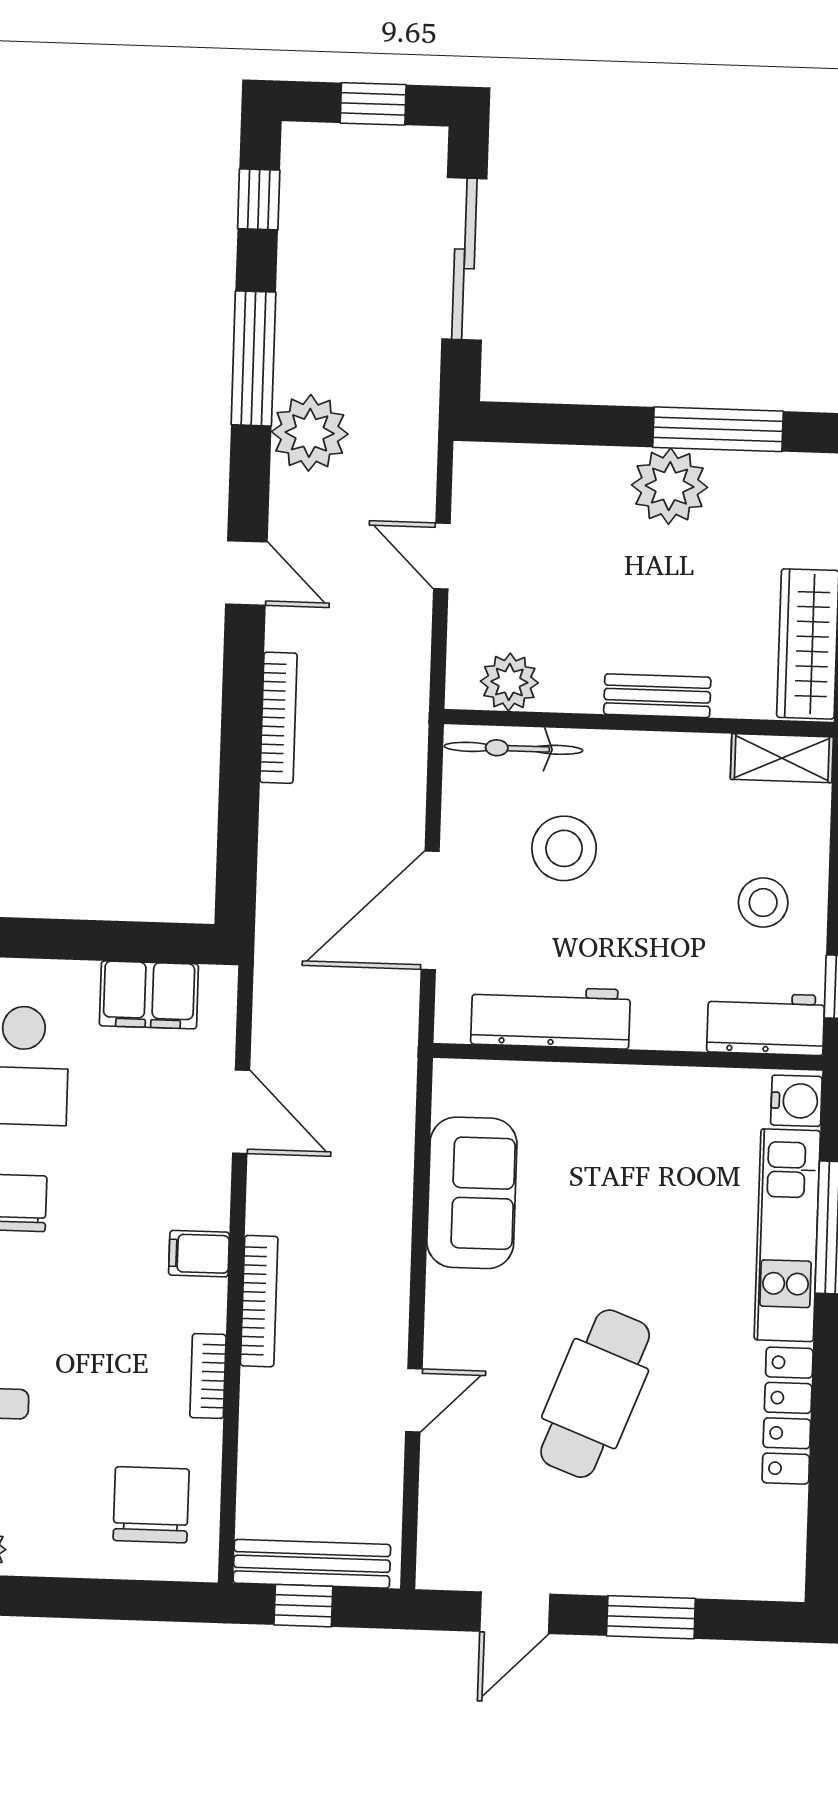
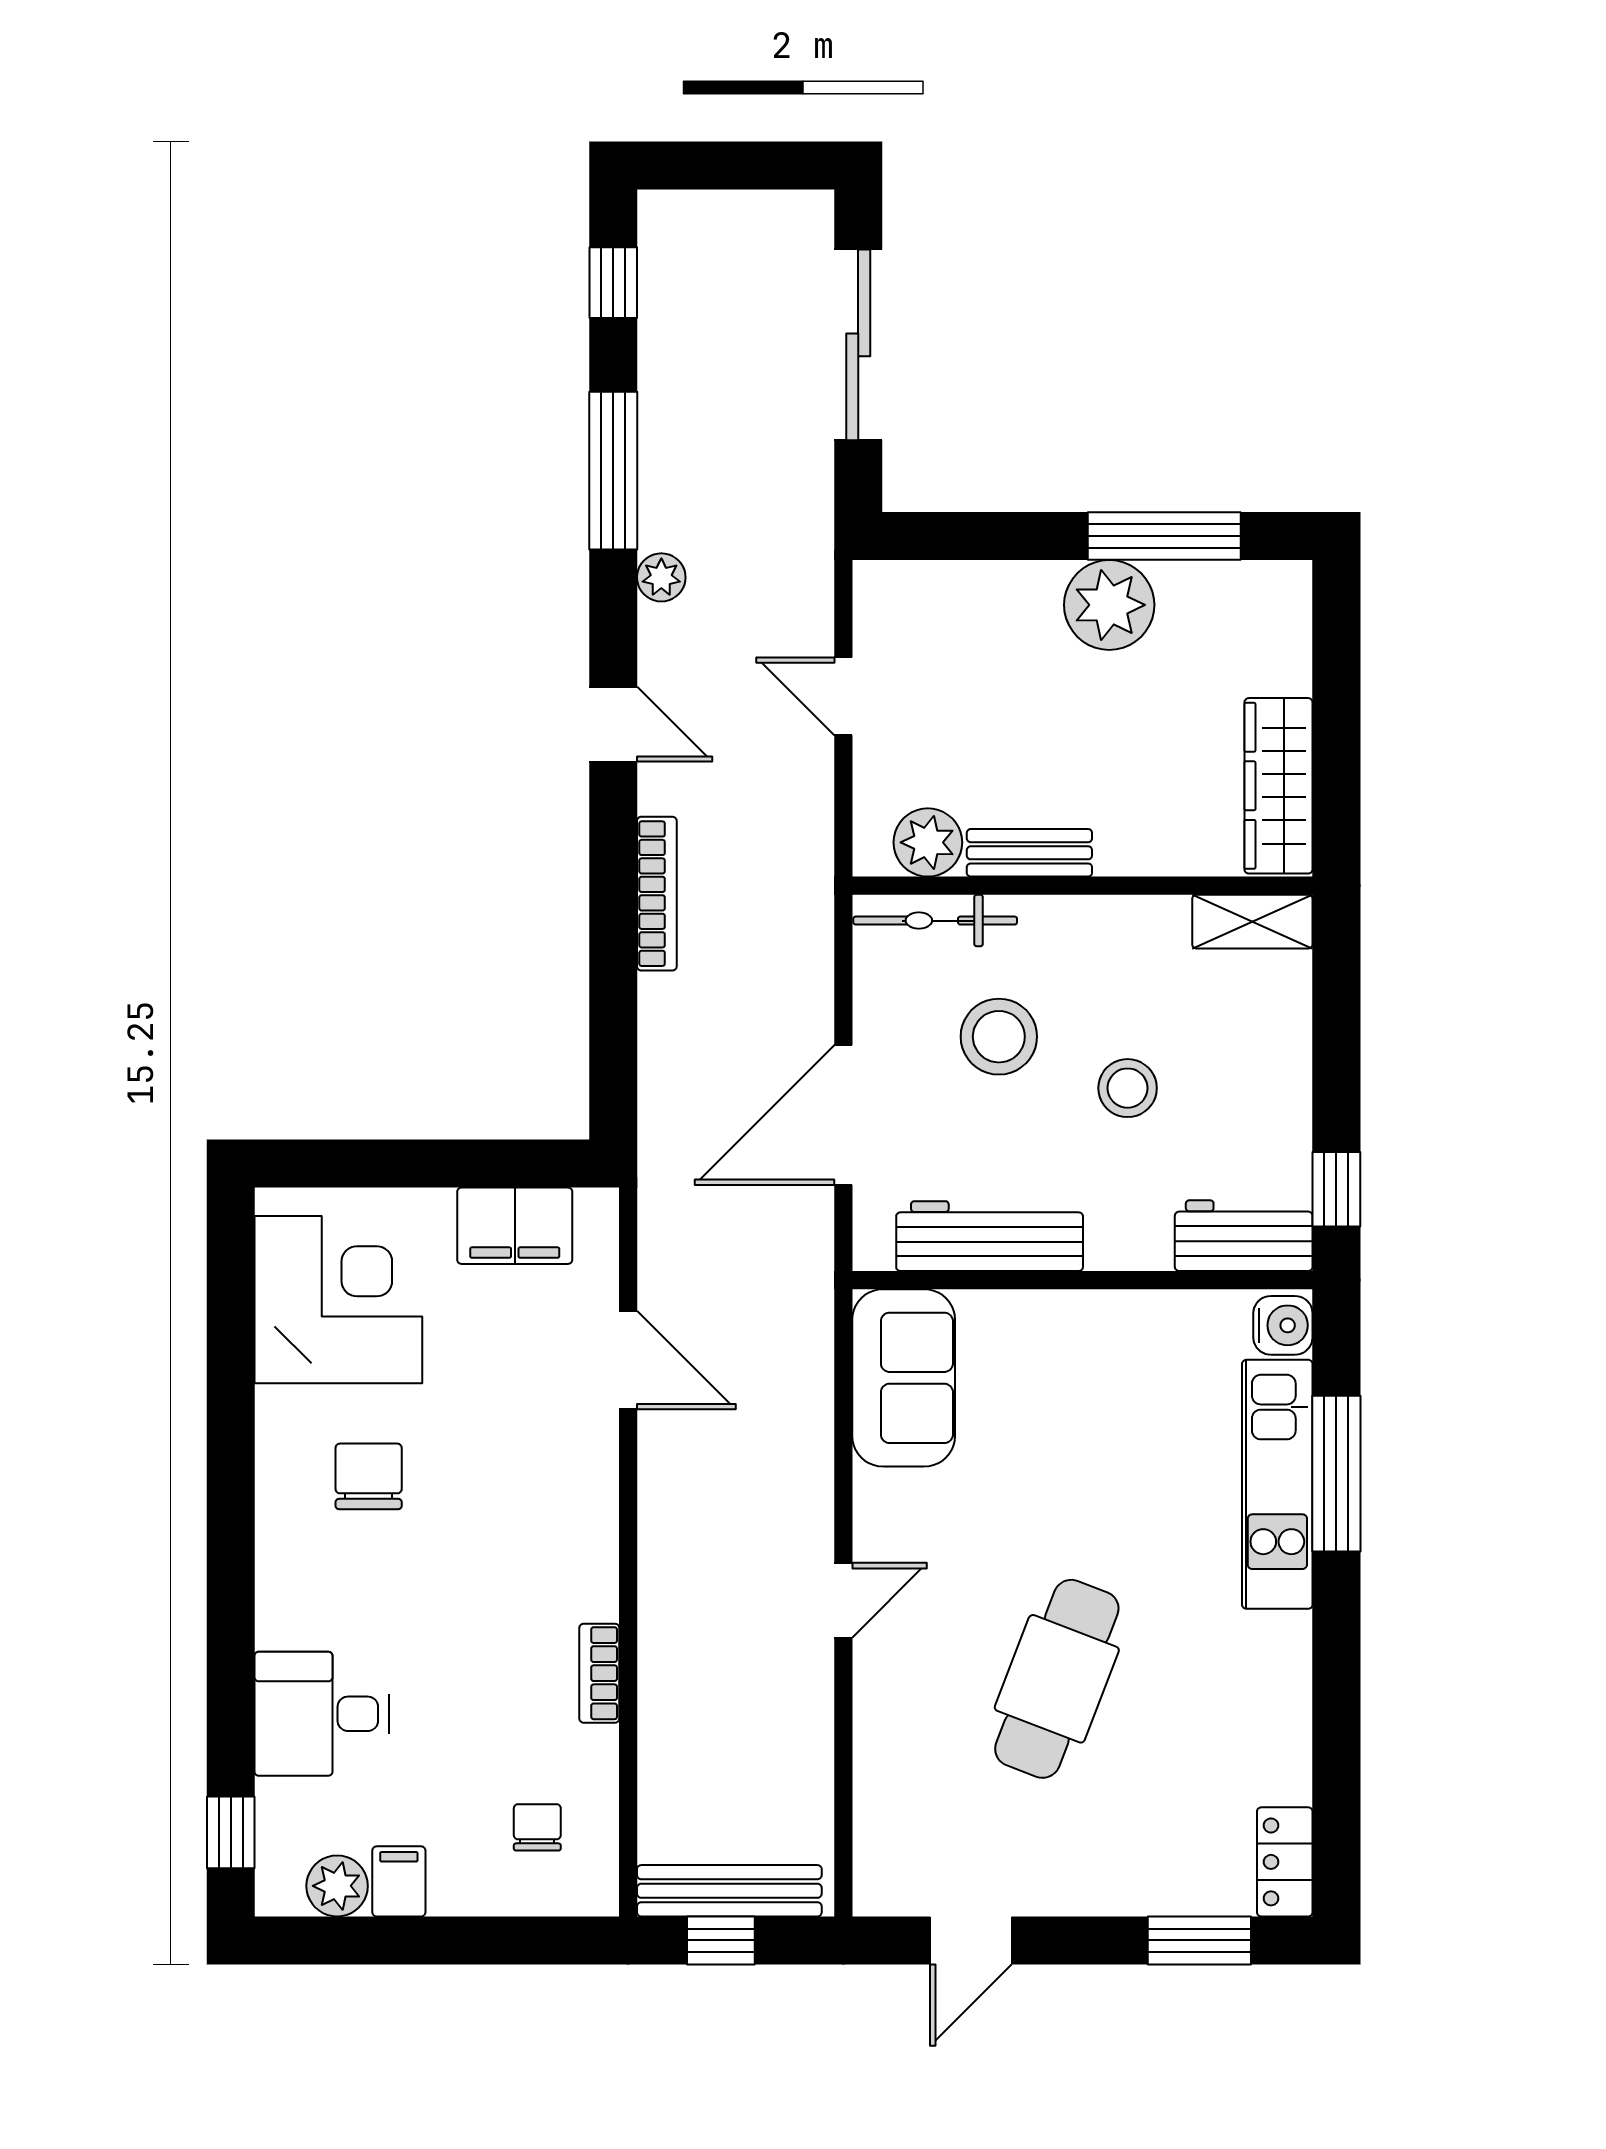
window: (373, 104) -> (744, 165), removed
plant: (310, 433) -> (661, 577), width x0.53, depth x0.53
bench: (657, 696) -> (1029, 853), moved
stool: (763, 903) -> (1128, 1088), moved
sofa: (472, 1193) -> (904, 1378), moved
filing cabinet: (199, 1254) -> (399, 1881), moved, turned 90
bookcase: (259, 1301) -> (657, 1583), removed
door: (414, 1400) -> (843, 1600), moved
locker: (788, 1416) -> (1285, 1862), moved, width x0.66
chair: (151, 1505) -> (537, 1827), width x0.54, depth x0.54
window: (651, 1617) -> (1199, 1940), moved

